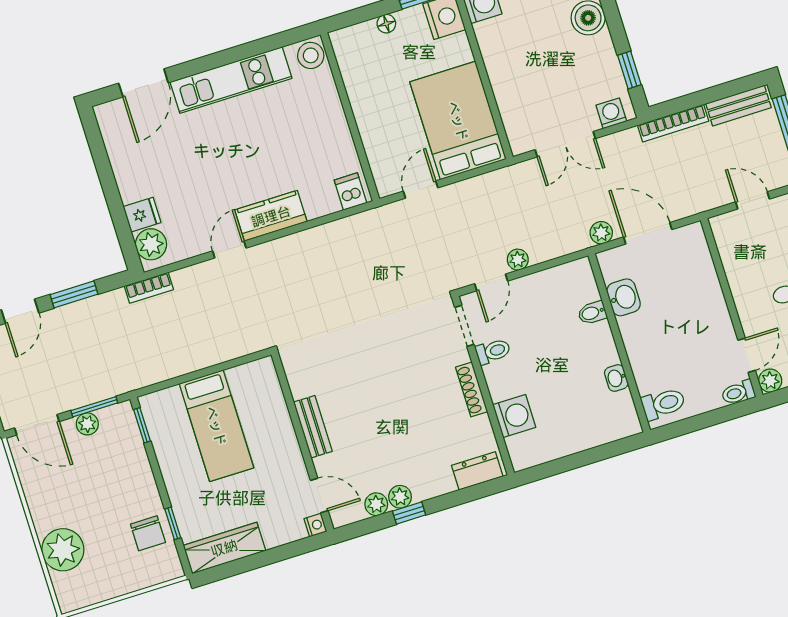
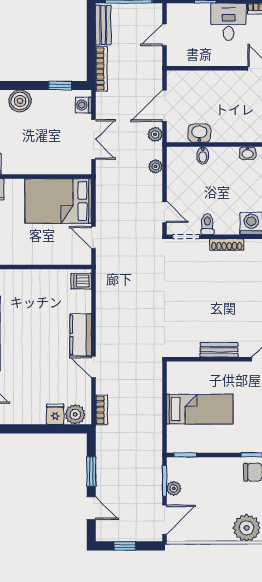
plant: (518, 260) -> (156, 166), moved
bookcase: (149, 288) -> (102, 410), moved

